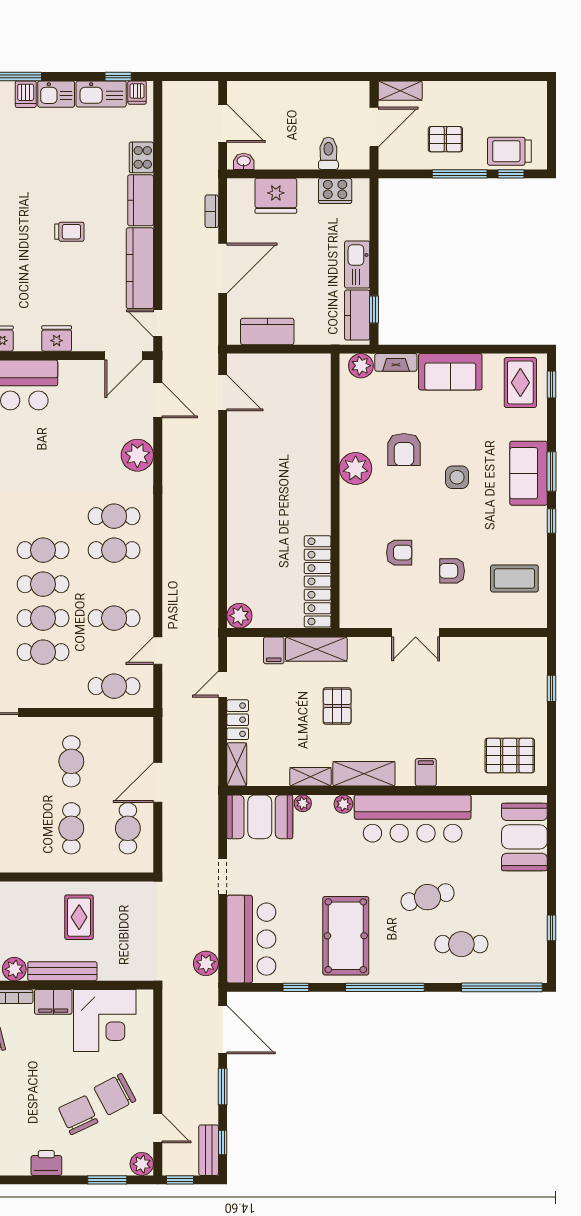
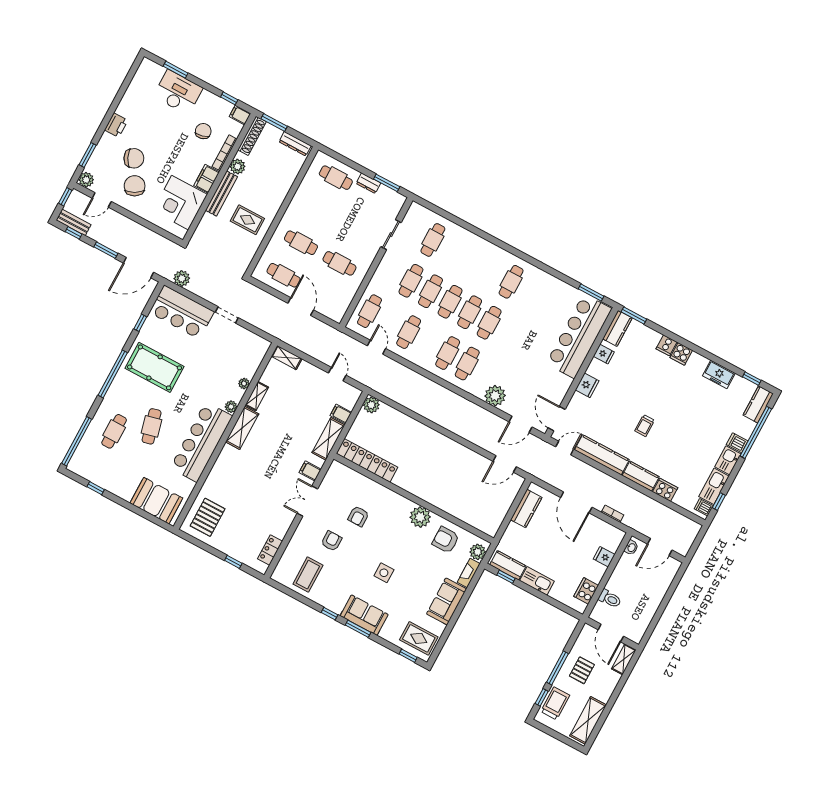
shelving: (509, 95) -> (588, 720), added
fridge: (276, 196) -> (604, 557), width x0.53, depth x0.75
armchair: (404, 450) -> (446, 540), moved
cafe table: (43, 516) -> (489, 323), added
pallet: (337, 706) -> (289, 433), removed
locker: (238, 720) -> (270, 550), moved, turned 90
filing cabinet: (426, 772) -> (310, 471), moved, turned 180
booth: (260, 817) -> (249, 355), removed

